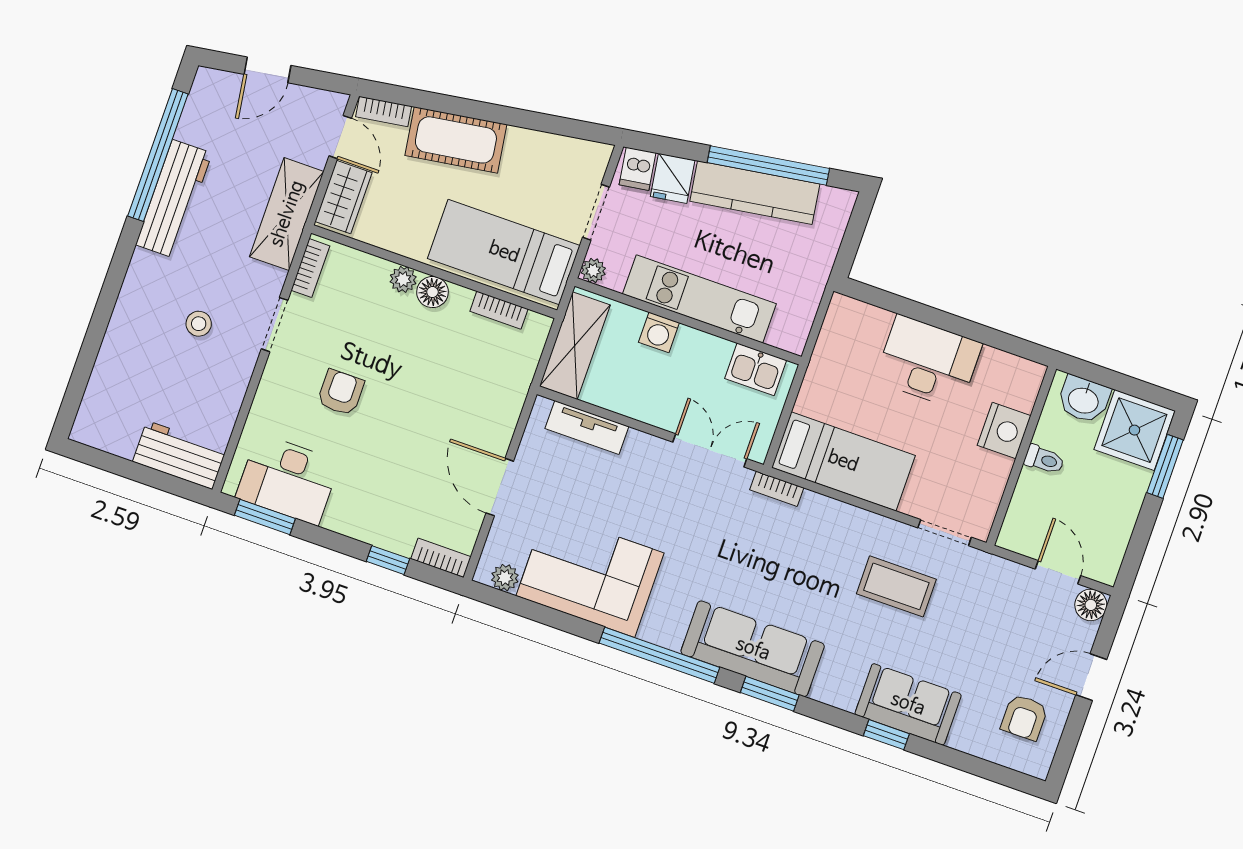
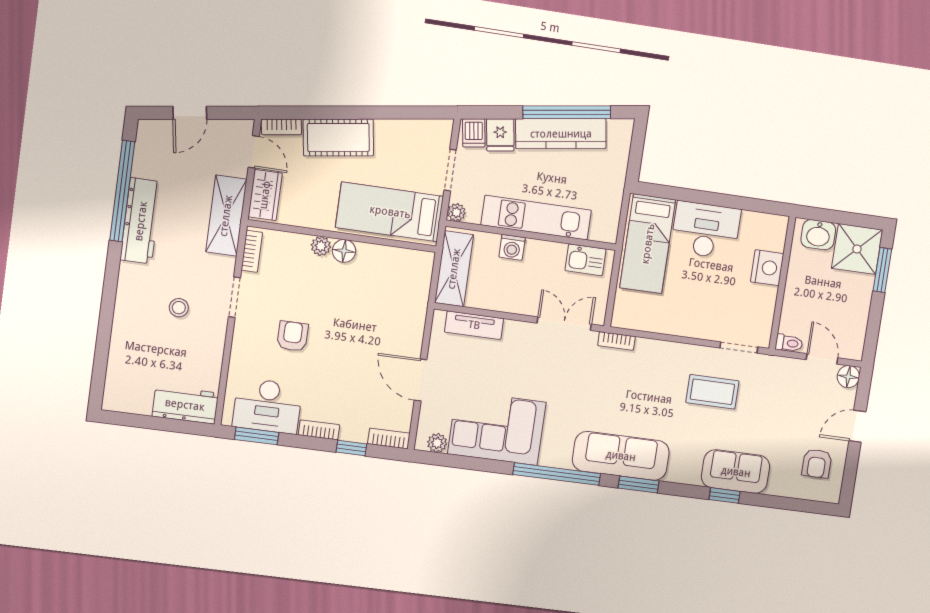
bookcase: (499, 310) -> (319, 430), moved, turned 180
toilet: (1044, 460) -> (789, 343), moved
bed: (843, 461) -> (648, 244), moved, turned 90

